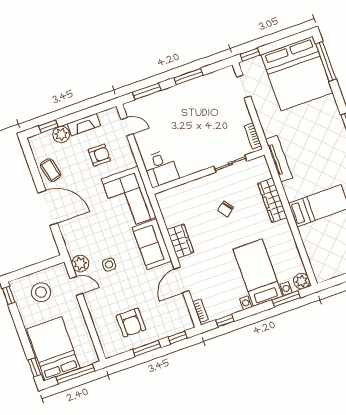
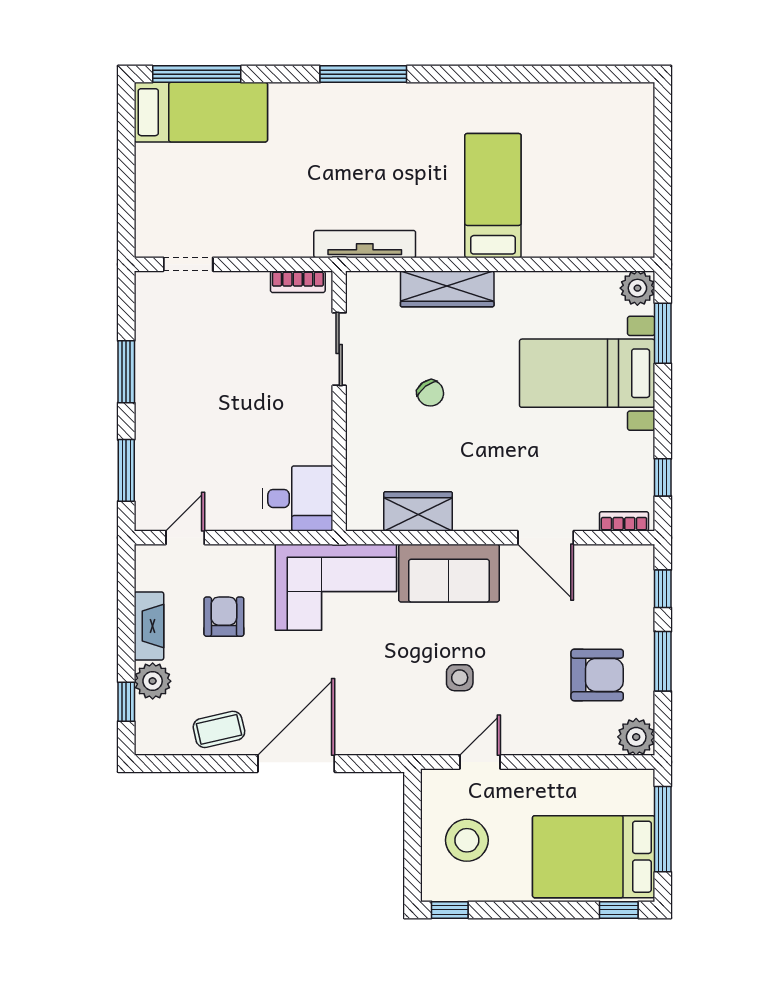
window: (250, 55) -> (126, 227), removed
bed: (297, 74) -> (201, 112), width x0.49
wardrobe: (180, 241) -> (418, 511), moved
plant: (80, 264) -> (636, 737), moved

